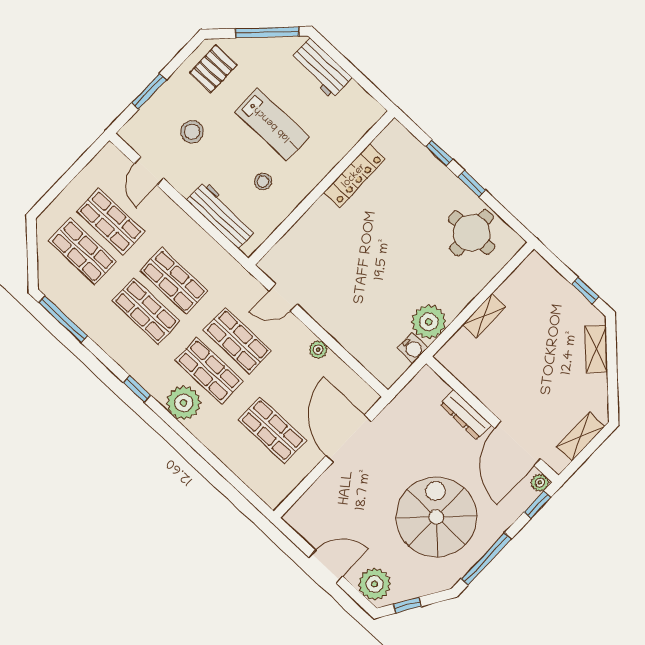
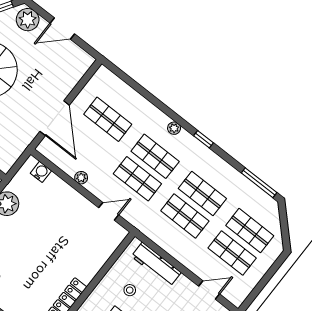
door: (149, 171) -> (209, 290), hinge flipped
water cooler: (413, 348) -> (41, 172), moved, turned 90
plant: (184, 403) -> (174, 128), width x0.53, depth x0.53

